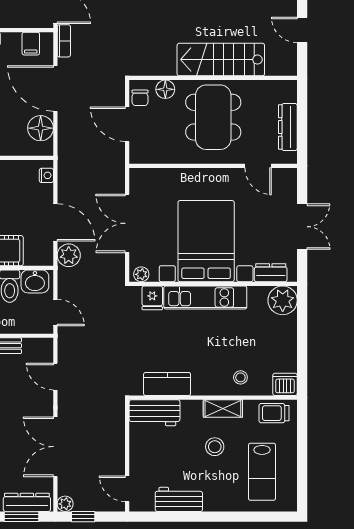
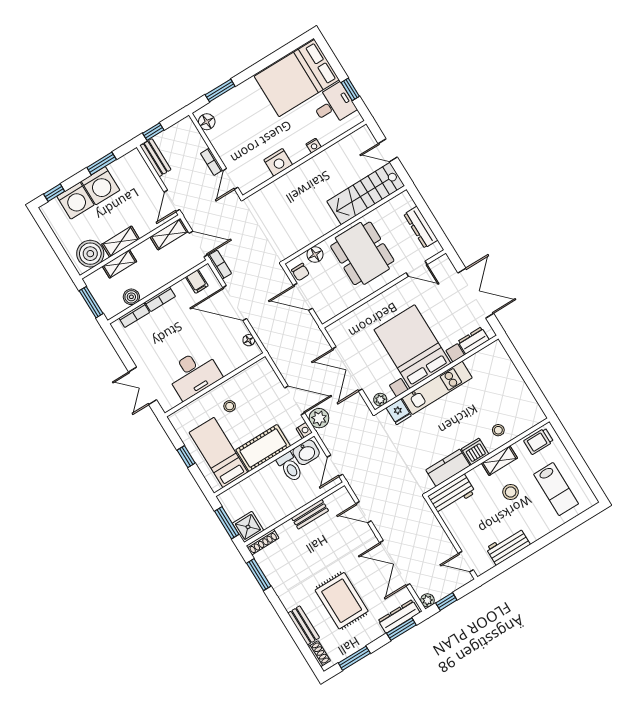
stairs: (221, 60) -> (366, 194), moved
floor lamp: (41, 128) -> (249, 340), width x0.53, depth x0.53
nightstand: (46, 175) -> (304, 431), moved
double door: (302, 227) -> (476, 293), width x1.37
plant: (283, 300) -> (494, 355), removed
door: (55, 313) -> (335, 466), swing flipped
dishwasher: (285, 384) -> (475, 451), moved

